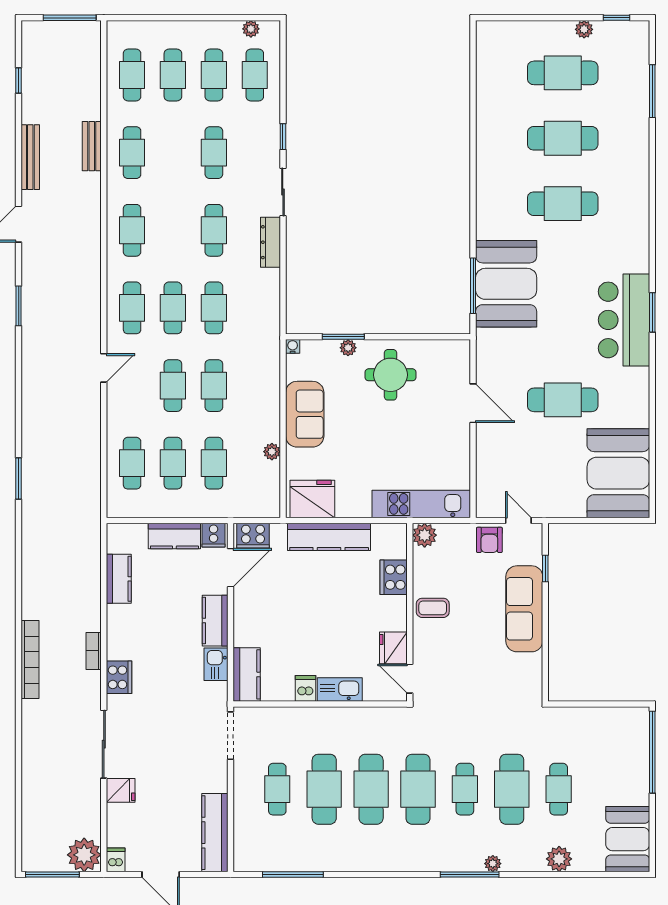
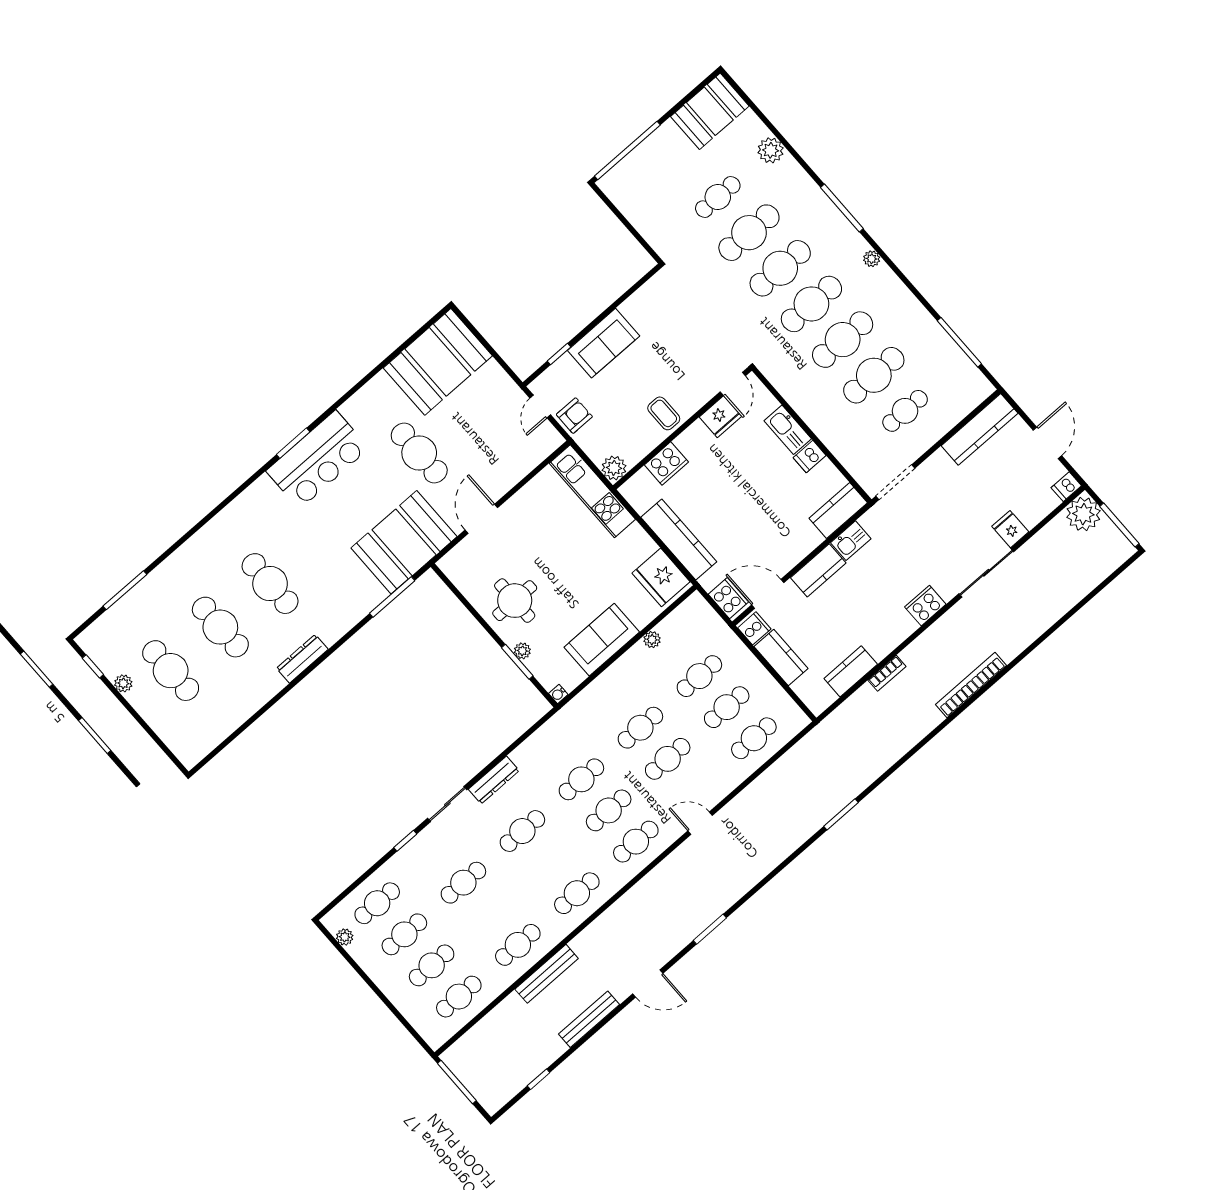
bench: (92, 146) -> (547, 974), width x1.36
dresser: (486, 179) -> (302, 659), added
booth: (506, 284) -> (404, 542), moved
sofa: (524, 609) -> (604, 343), width x0.73
bookcase: (94, 651) -> (887, 673), moved
cafe table: (465, 789) -> (780, 268), width x1.37, depth x1.35
plant: (493, 864) -> (872, 259), moved

